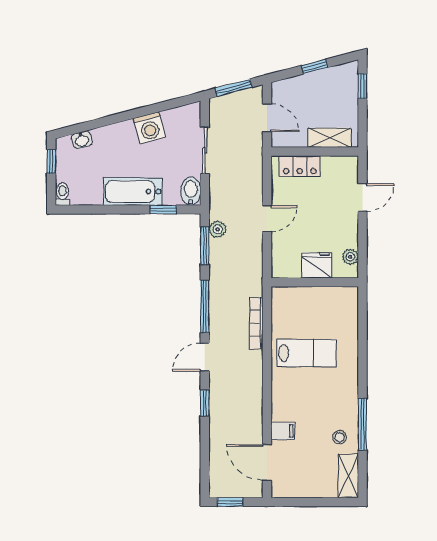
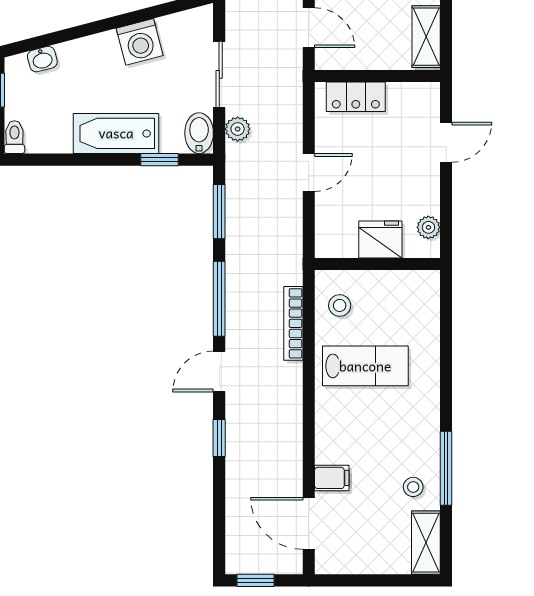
shelving: (330, 138) -> (426, 37), moved, turned 90
plant: (218, 229) -> (238, 129), moved
stool: (288, 311) -> (340, 305), added

